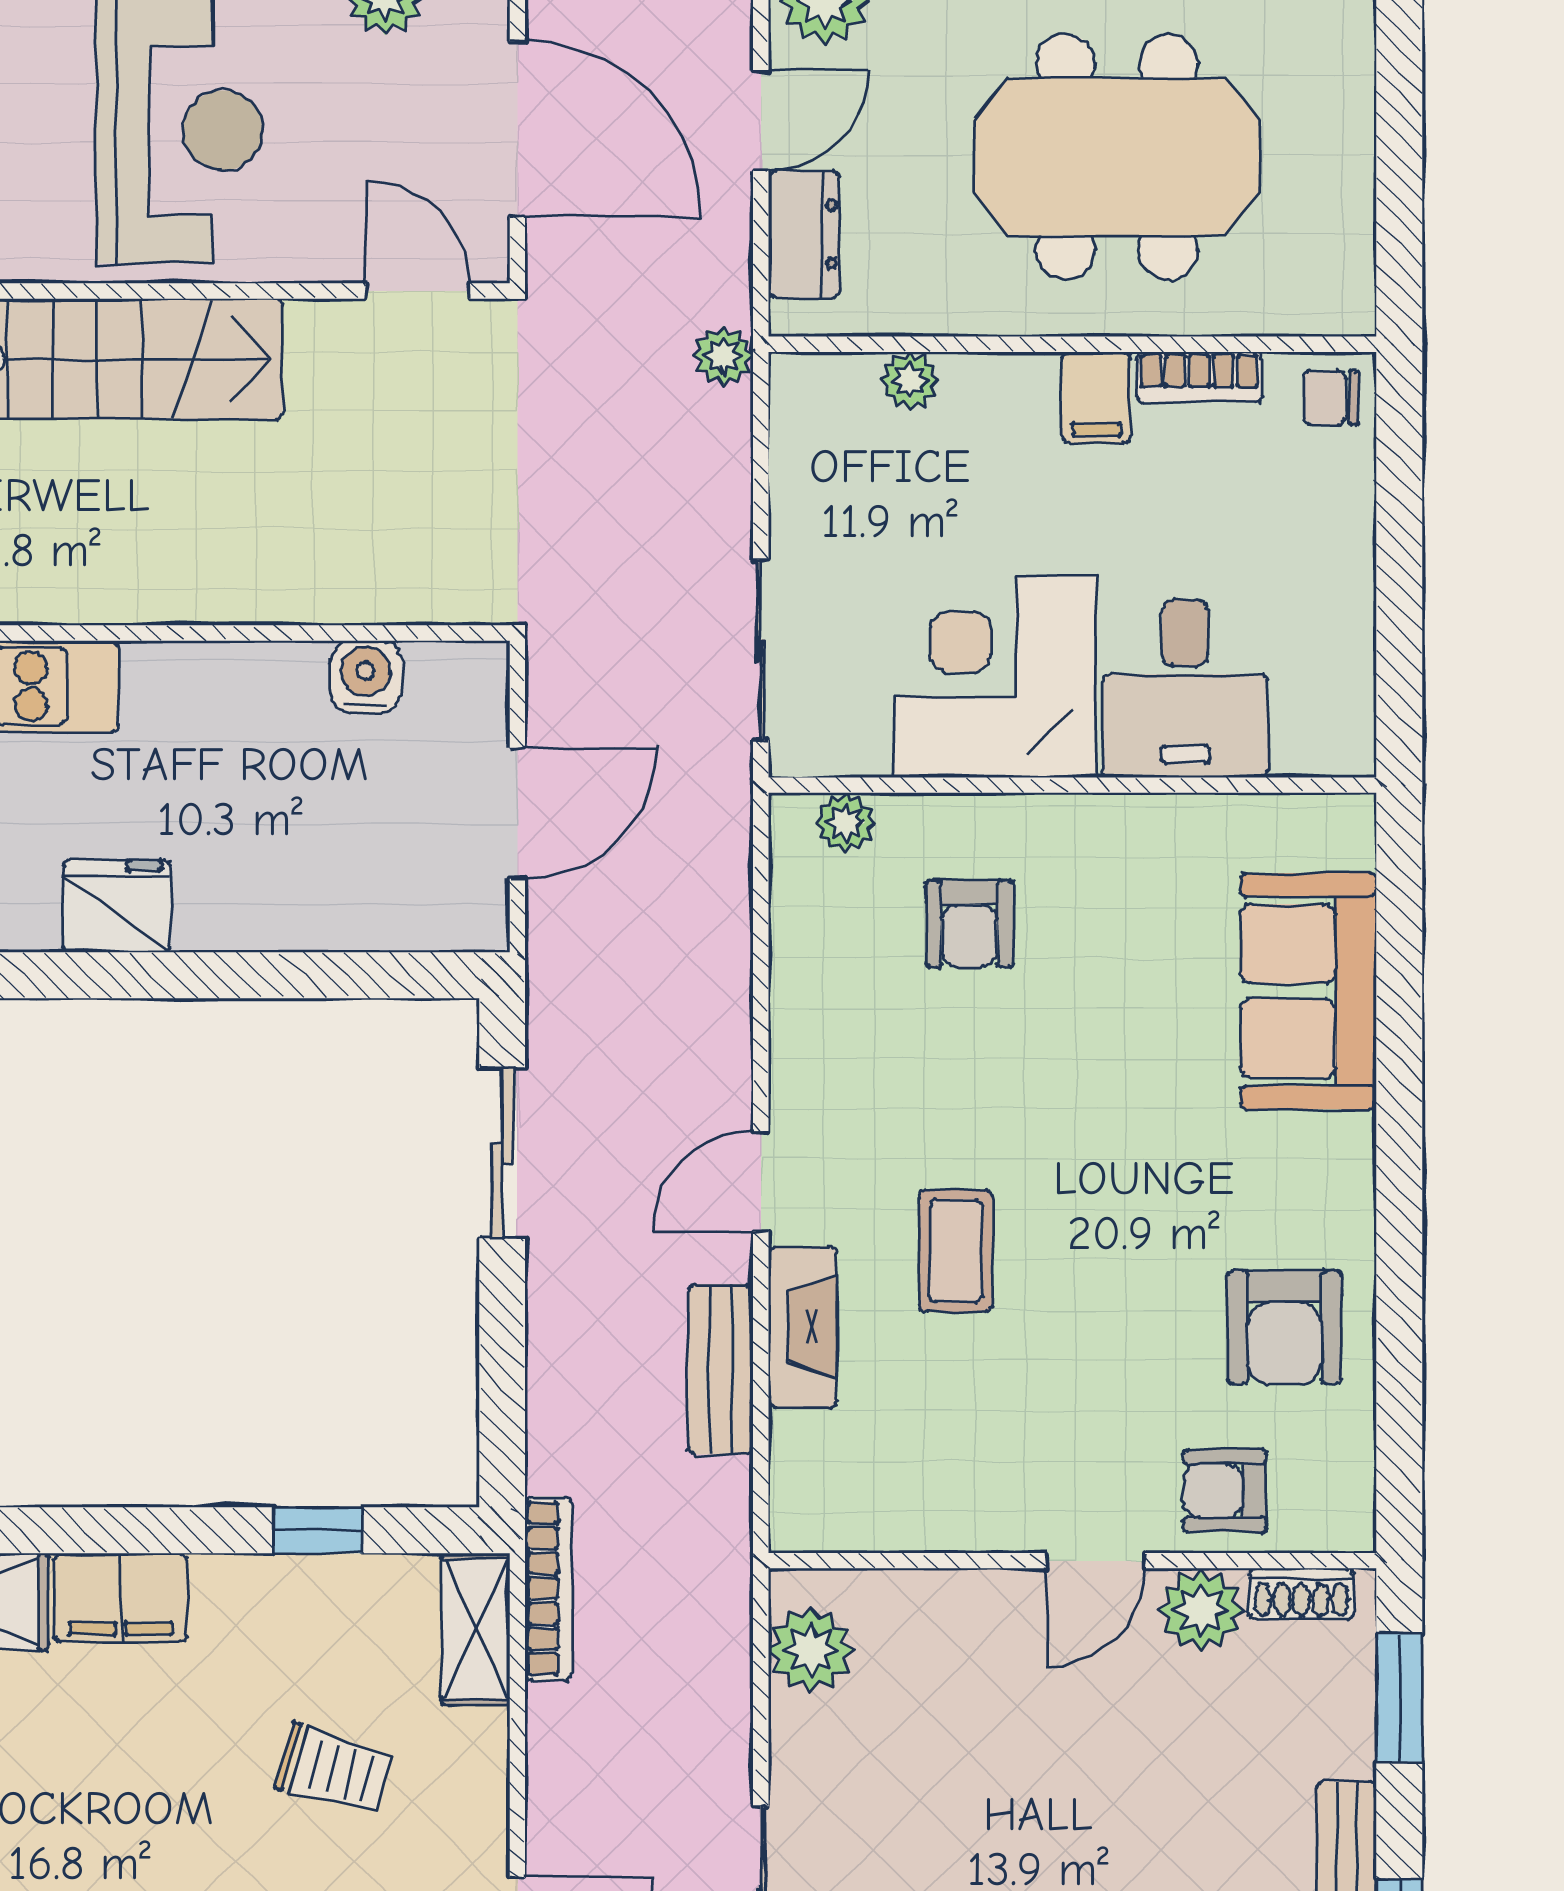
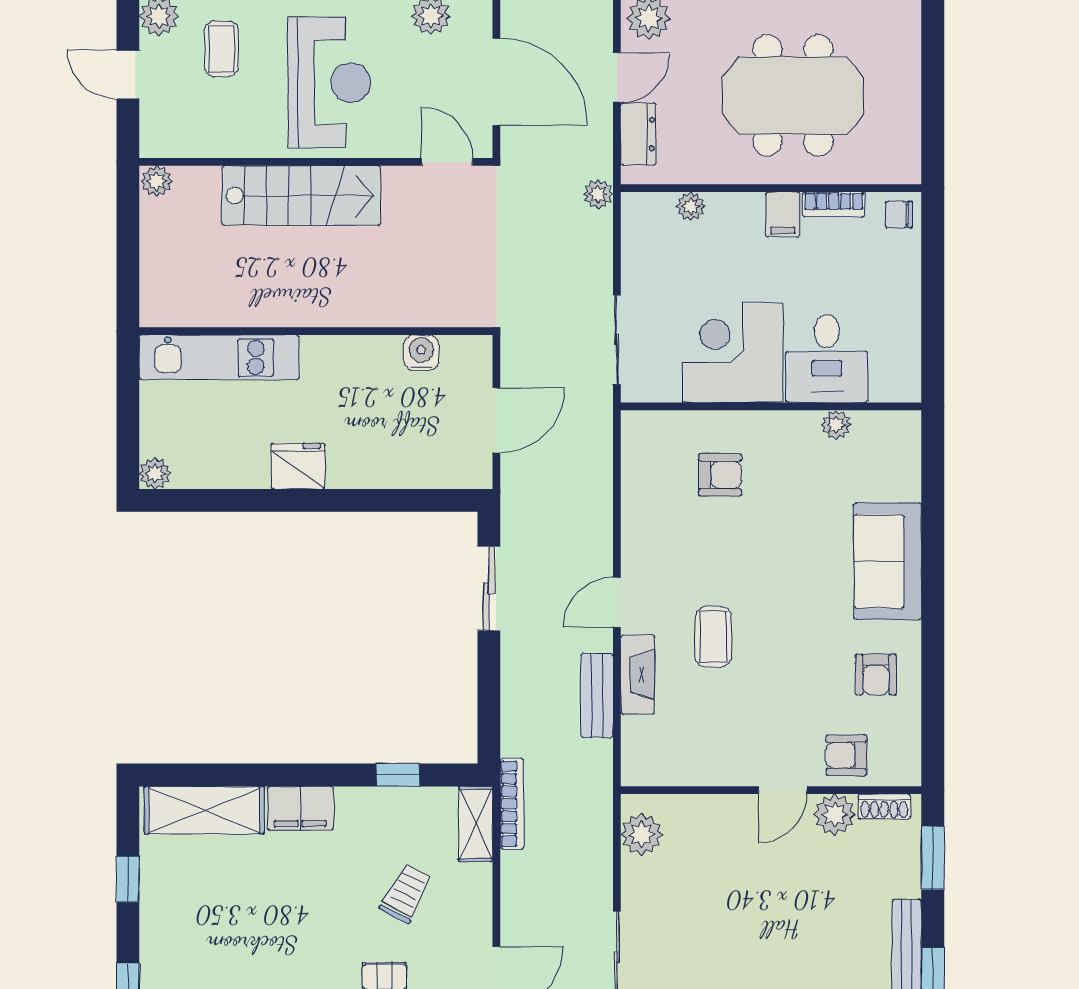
plant: (846, 823) -> (836, 425), moved
armchair: (969, 924) -> (720, 475), turned -90
sofa: (1308, 991) -> (888, 561), moved
armchair: (1284, 1327) -> (876, 675), width x0.72, depth x0.72
trolley: (334, 1769) -> (406, 893), turned -78

